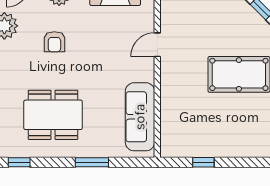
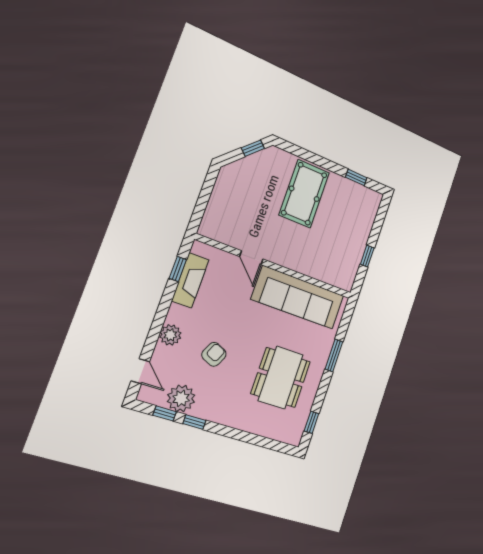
armchair: (54, 42) -> (214, 354), turned -65
sofa: (140, 117) -> (298, 298), width x1.36, depth x1.27

